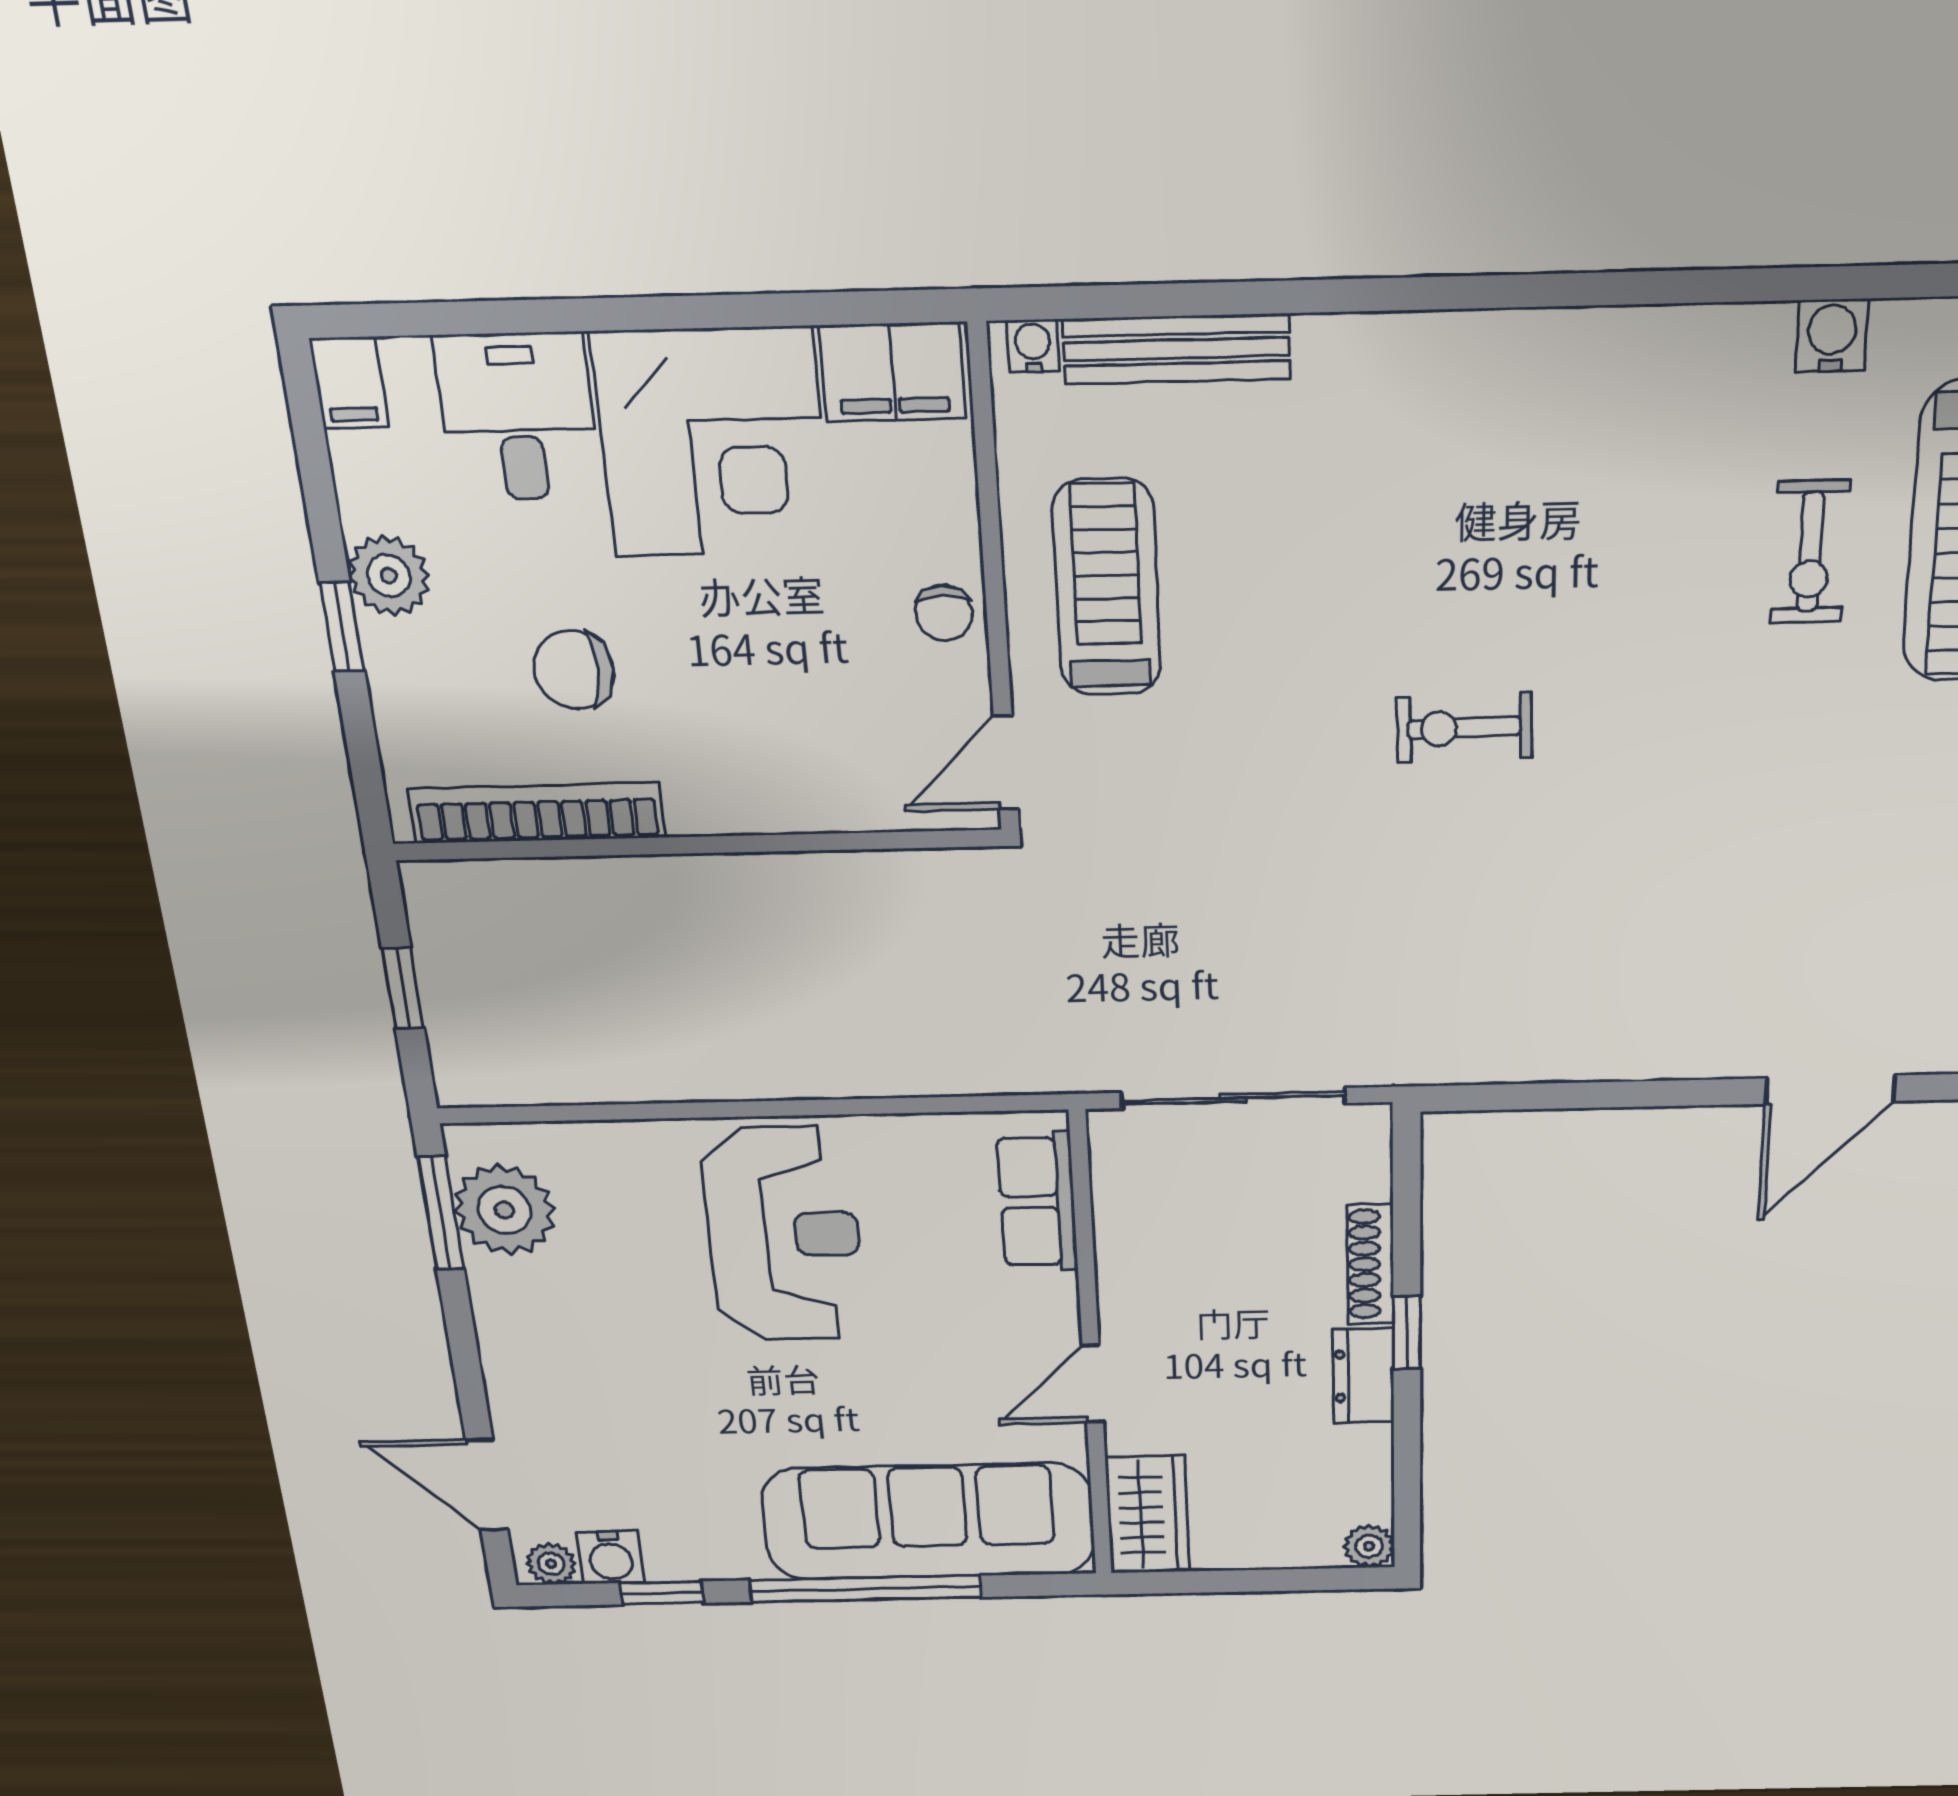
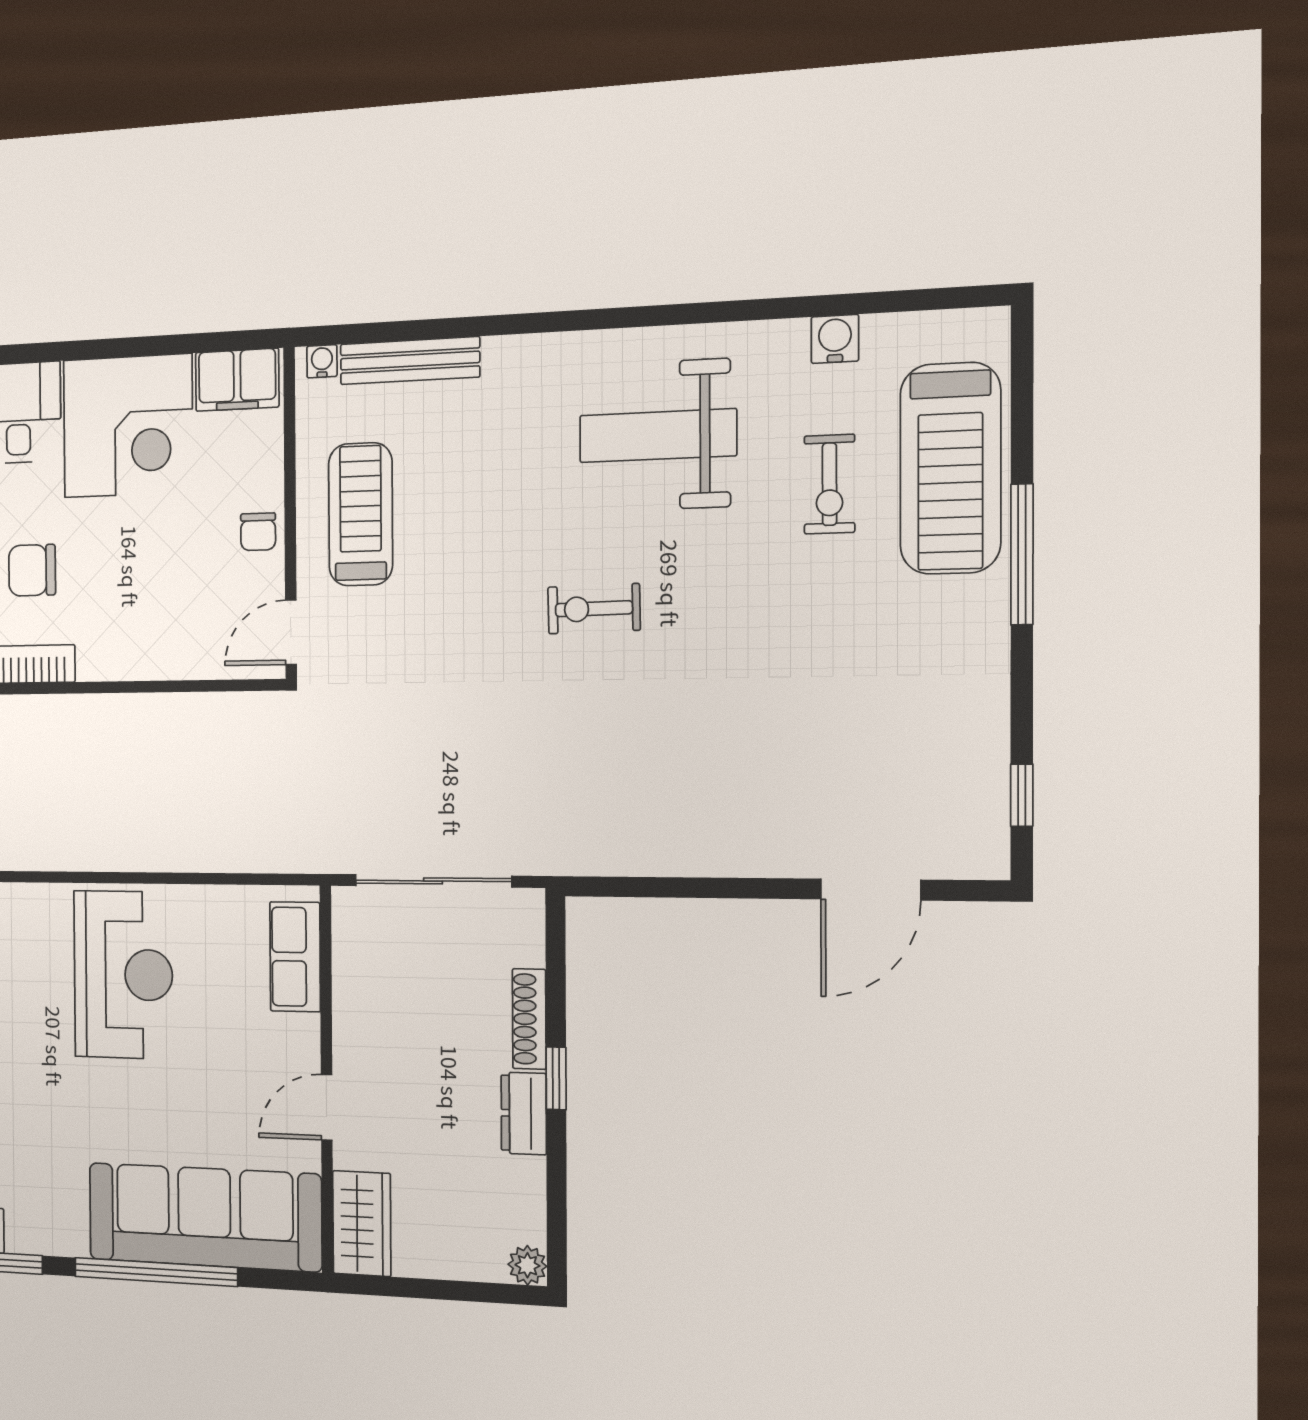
weight bench: (1563, 476) -> (658, 436), added

